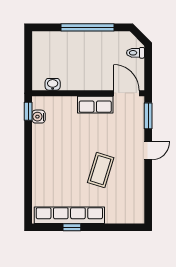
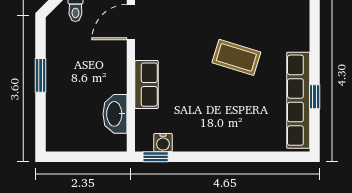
window: (87, 27) -> (41, 75), width x0.47
washbasin: (53, 84) -> (115, 114), width x1.91, depth x1.45
row of seats: (95, 105) -> (146, 85), moved

